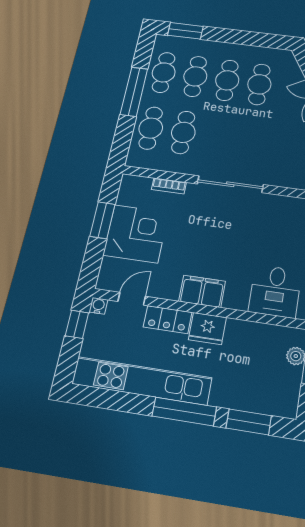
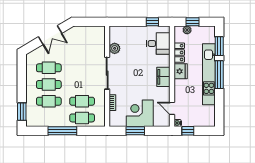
cafe table: (164, 72) -> (49, 118), removed
plant: (278, 205) -> (115, 48), added
locker: (168, 320) -> (179, 53), moved
kitchen unit: (142, 381) -> (209, 74), moved

